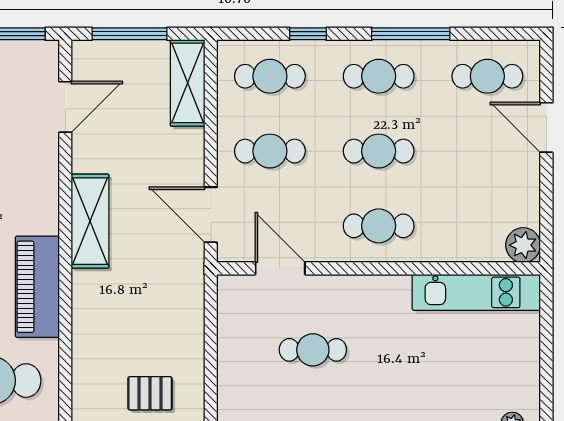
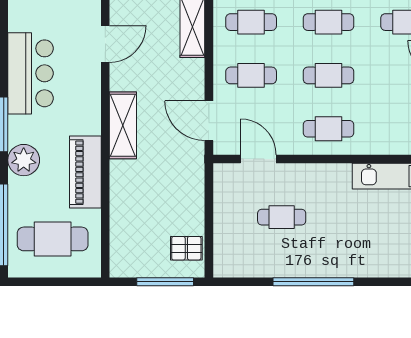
pallet: (150, 393) -> (186, 248), moved

